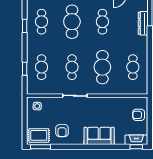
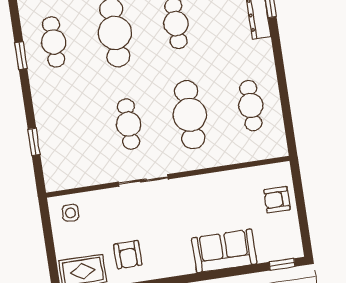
cafe table: (42, 67) -> (67, 133), removed
sofa: (99, 136) -> (224, 251), moved
fireplace: (136, 140) -> (280, 250), removed

